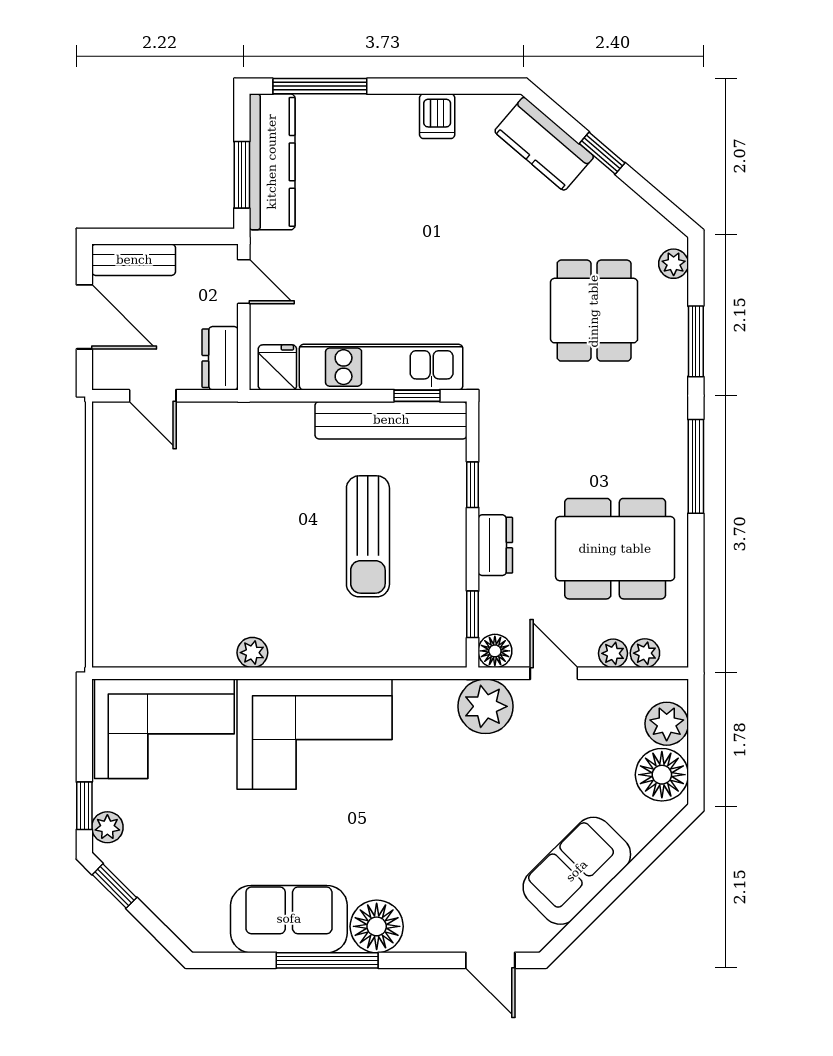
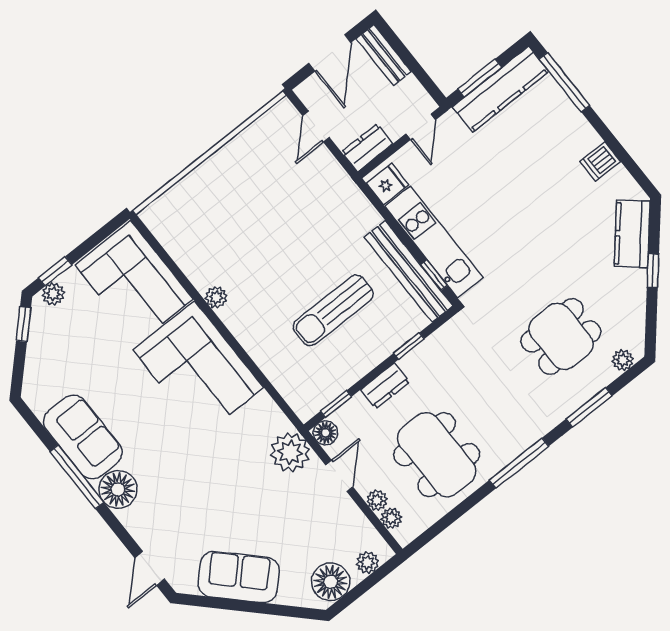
plant: (667, 724) -> (367, 563), width x0.73, depth x0.73

